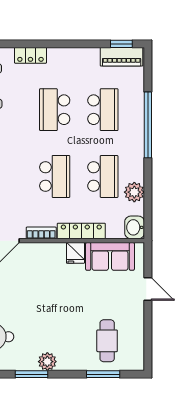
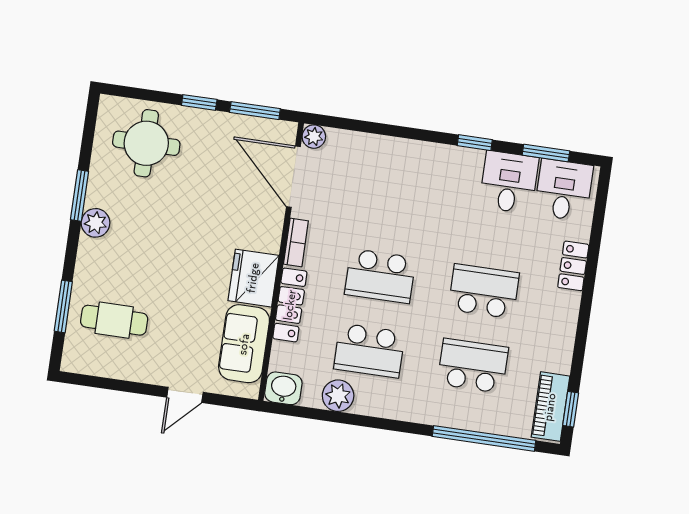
school desk: (103, 110) -> (473, 366), turned 180
window: (148, 125) -> (484, 438), moved
fridge: (75, 253) -> (253, 278), width x1.88, depth x1.34

